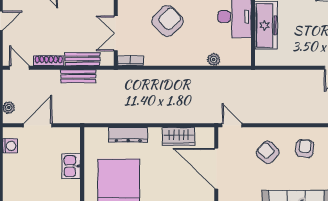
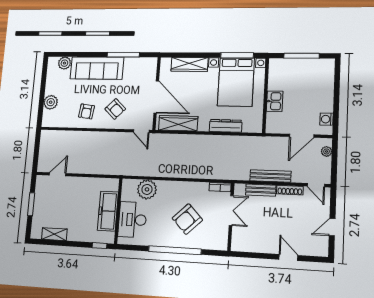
plant: (214, 59) -> (147, 189), width x1.88, depth x1.88
bench: (78, 76) -> (270, 176), width x1.36
wardrobe: (179, 136) -> (178, 123), width x1.50

